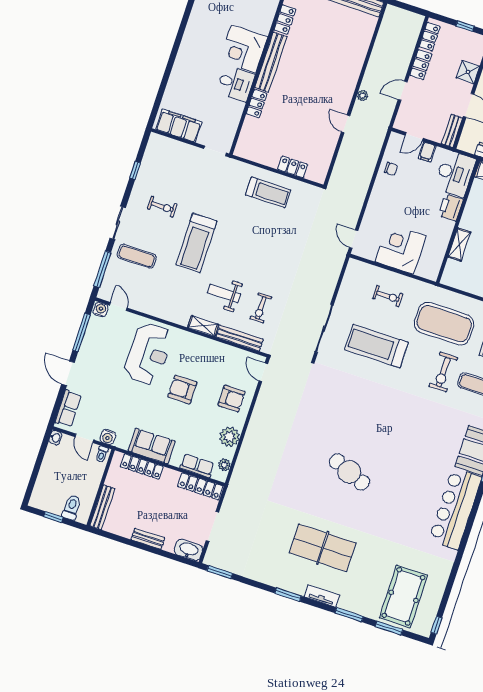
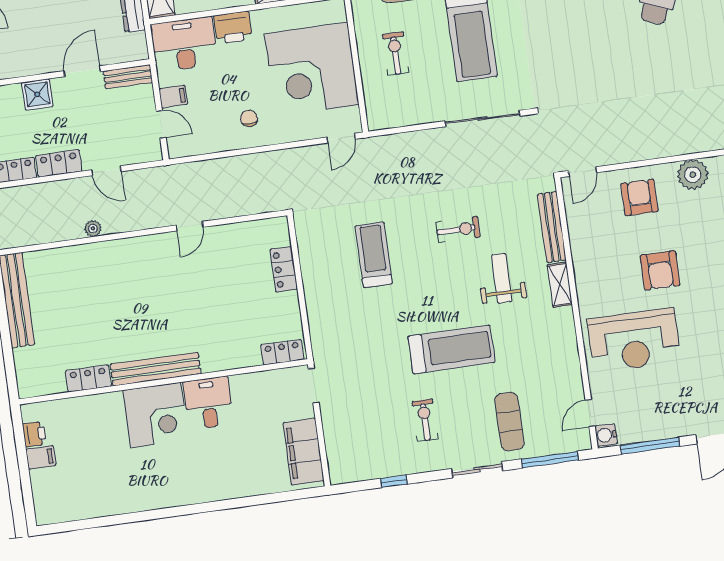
plant: (363, 95) -> (93, 228), moved
locker: (257, 104) -> (282, 352), moved
chair: (391, 169) -> (249, 118), moved
treadmill: (268, 192) -> (374, 255), moved
corner desk: (401, 249) -> (312, 69), width x1.36, depth x1.36
weight bench: (224, 293) -> (502, 278), turned 180
exercise bike: (261, 308) -> (458, 229), moved
reception desk: (149, 354) -> (634, 340), turned 180

